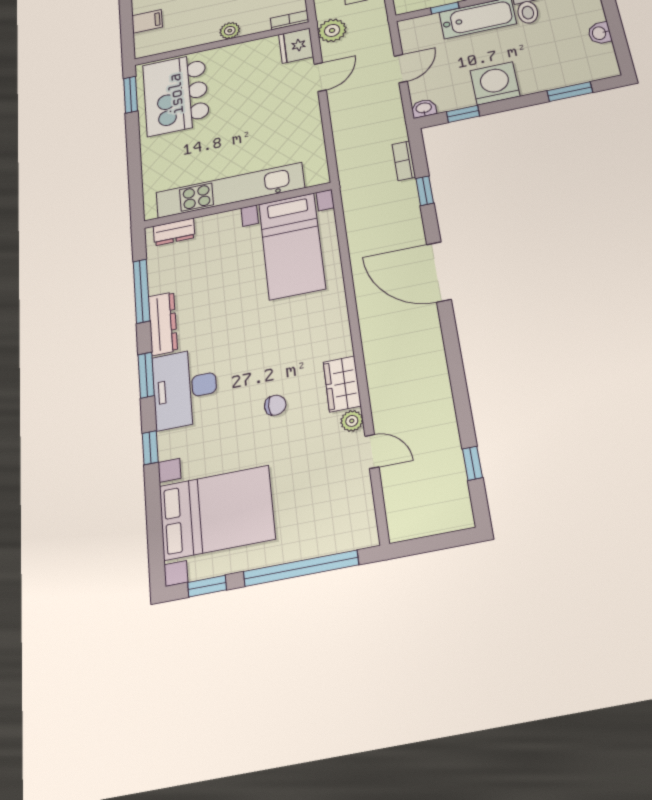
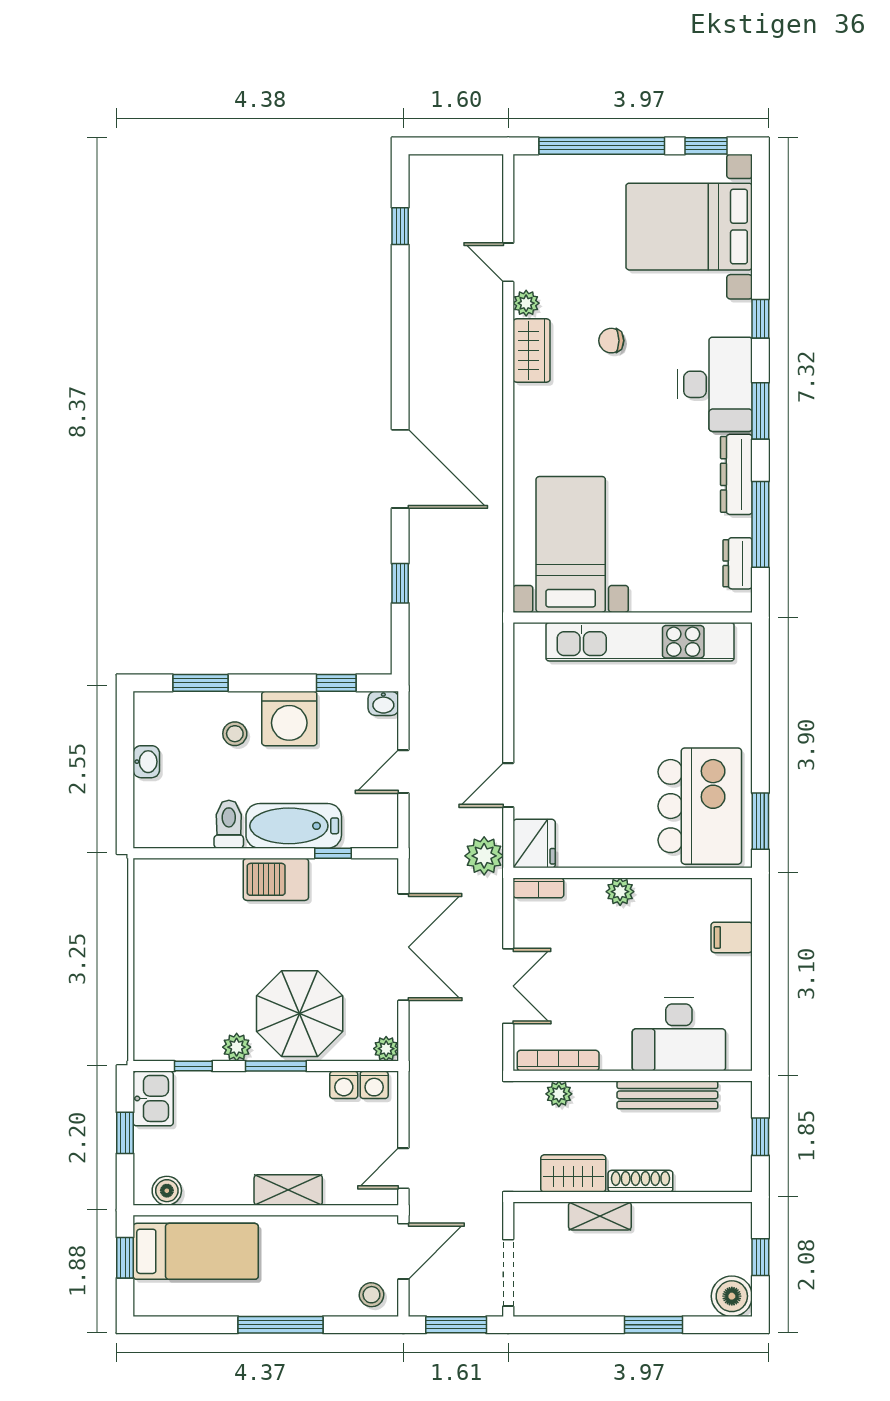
stool: (535, 65) -> (235, 734), added
bookcase: (404, 161) -> (419, 632), removed
dresser: (174, 232) -> (738, 563), moved, turned -90

